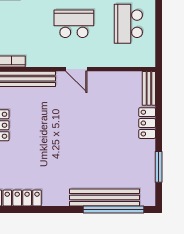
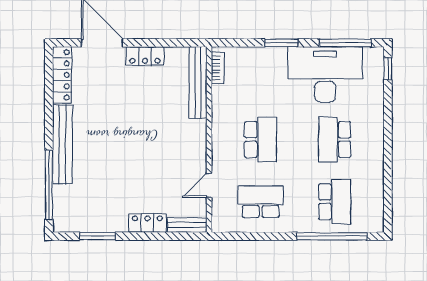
door: (76, 69) -> (209, 185), moved
bench: (105, 198) -> (62, 144), moved

